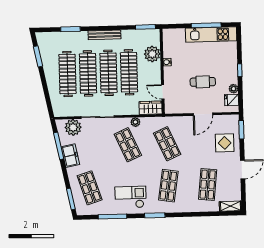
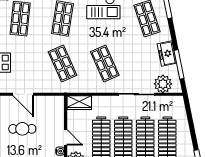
door: (163, 92) -> (66, 137), moved
door: (203, 114) -> (23, 94), swing flipped
plant: (135, 122) -> (96, 88), removed

